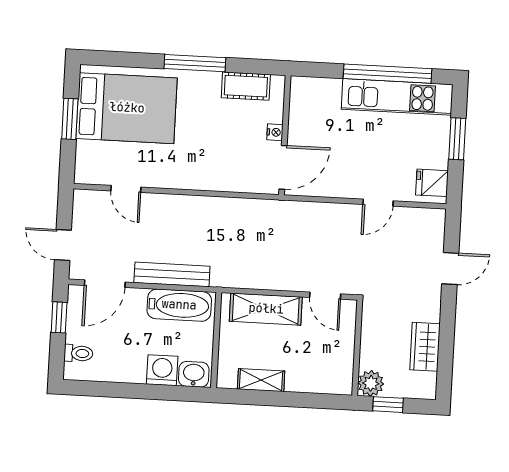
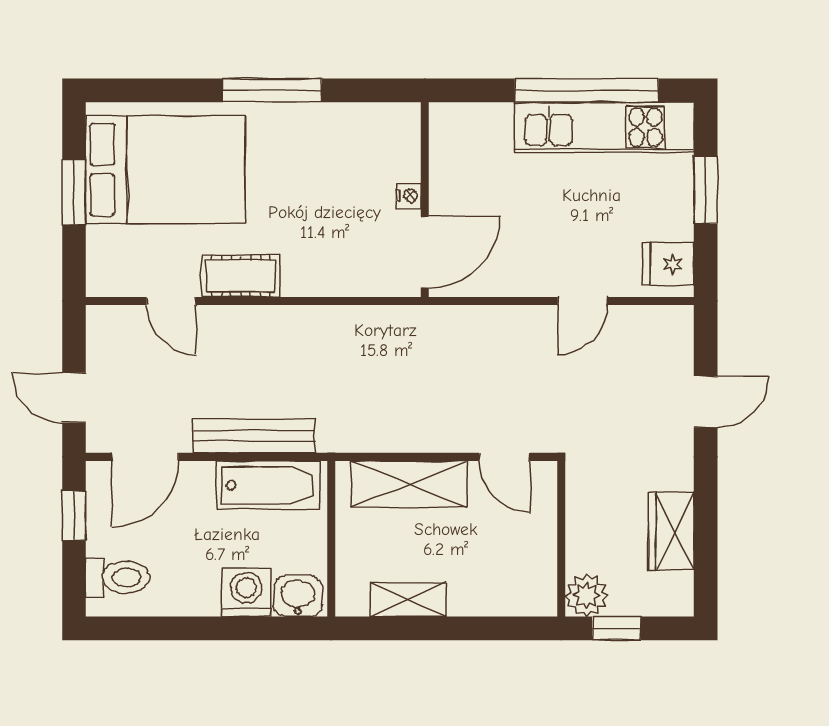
cot: (246, 86) -> (241, 276), moved
toilet: (78, 353) -> (118, 578), width x1.37, depth x1.39

